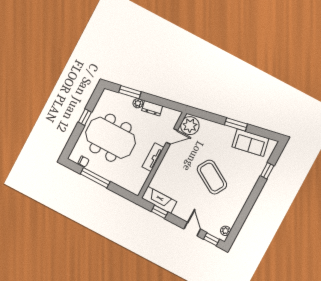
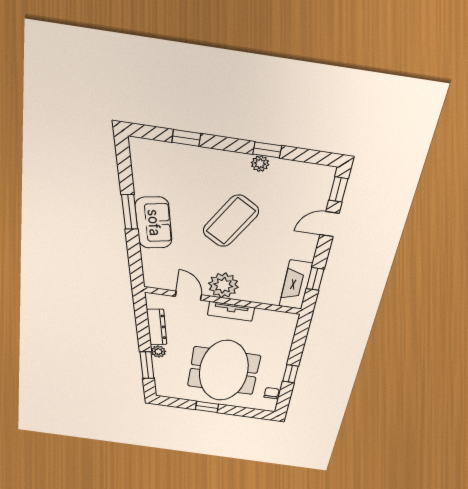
dresser: (152, 108) -> (157, 327), width x1.44
plant: (190, 126) -> (223, 285), moved
sofa: (250, 143) -> (154, 223), moved
window: (95, 178) -> (291, 374), width x0.46
window: (246, 209) -> (267, 150), added
plant: (225, 231) -> (260, 164), moved

